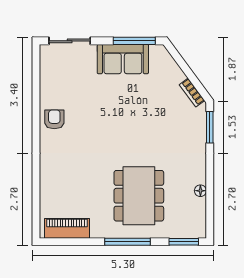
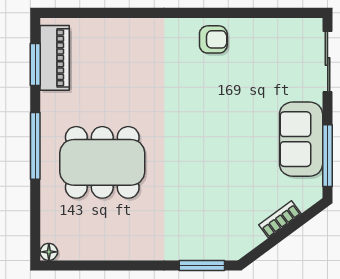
bookcase: (192, 93) -> (280, 219), moved
floor lamp: (200, 191) -> (49, 252), moved
window: (184, 242) -> (35, 64), moved

